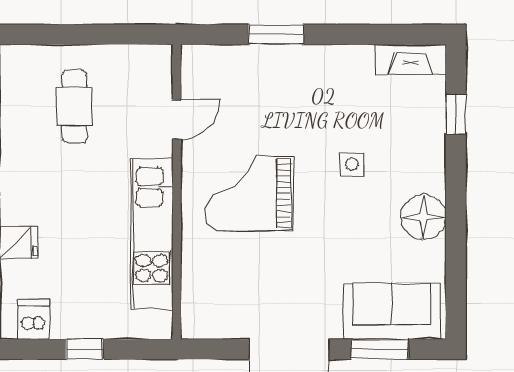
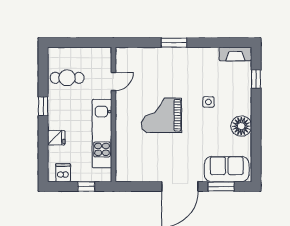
cafe table: (75, 106) -> (67, 78), moved, turned 90
door: (177, 119) -> (113, 82), moved
wall: (177, 192) -> (113, 115), moved
kitchen unit: (152, 234) -> (102, 134), moved

